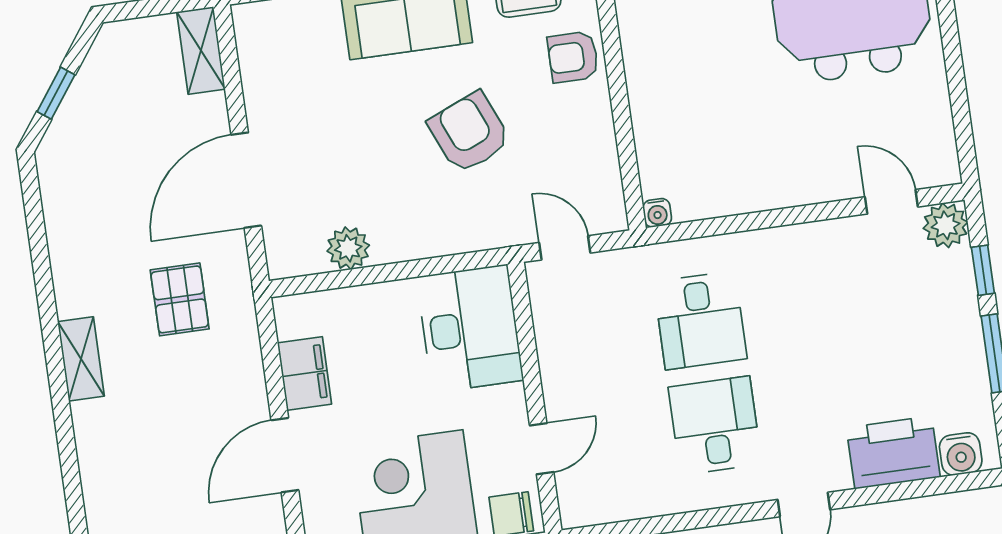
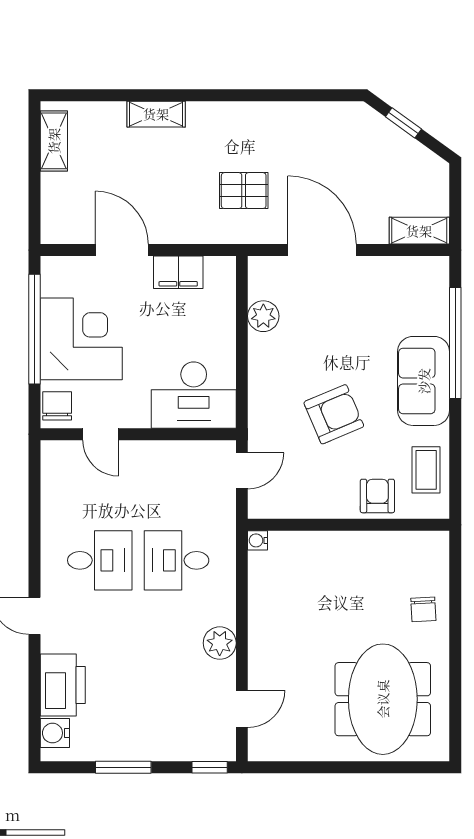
plant: (946, 225) -> (220, 643), moved
window: (983, 270) -> (210, 767), moved
shelving: (81, 359) -> (156, 114), moved

